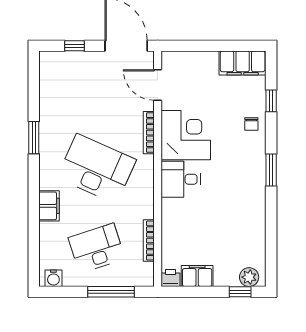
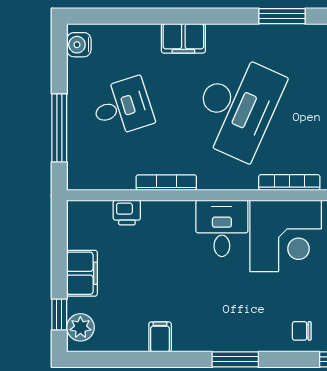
filing cabinet: (256, 222) -> (160, 337), added
bookcase: (149, 241) -> (166, 183), moved
desk: (97, 248) -> (122, 107), width x0.73
filing cabinet: (197, 276) -> (82, 273), moved
printer: (170, 278) -> (127, 213), moved, turned 90

